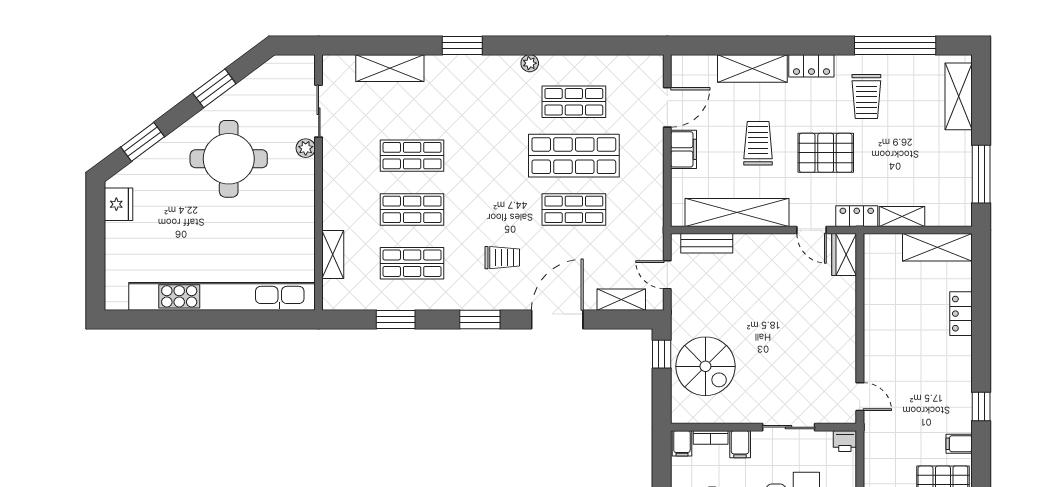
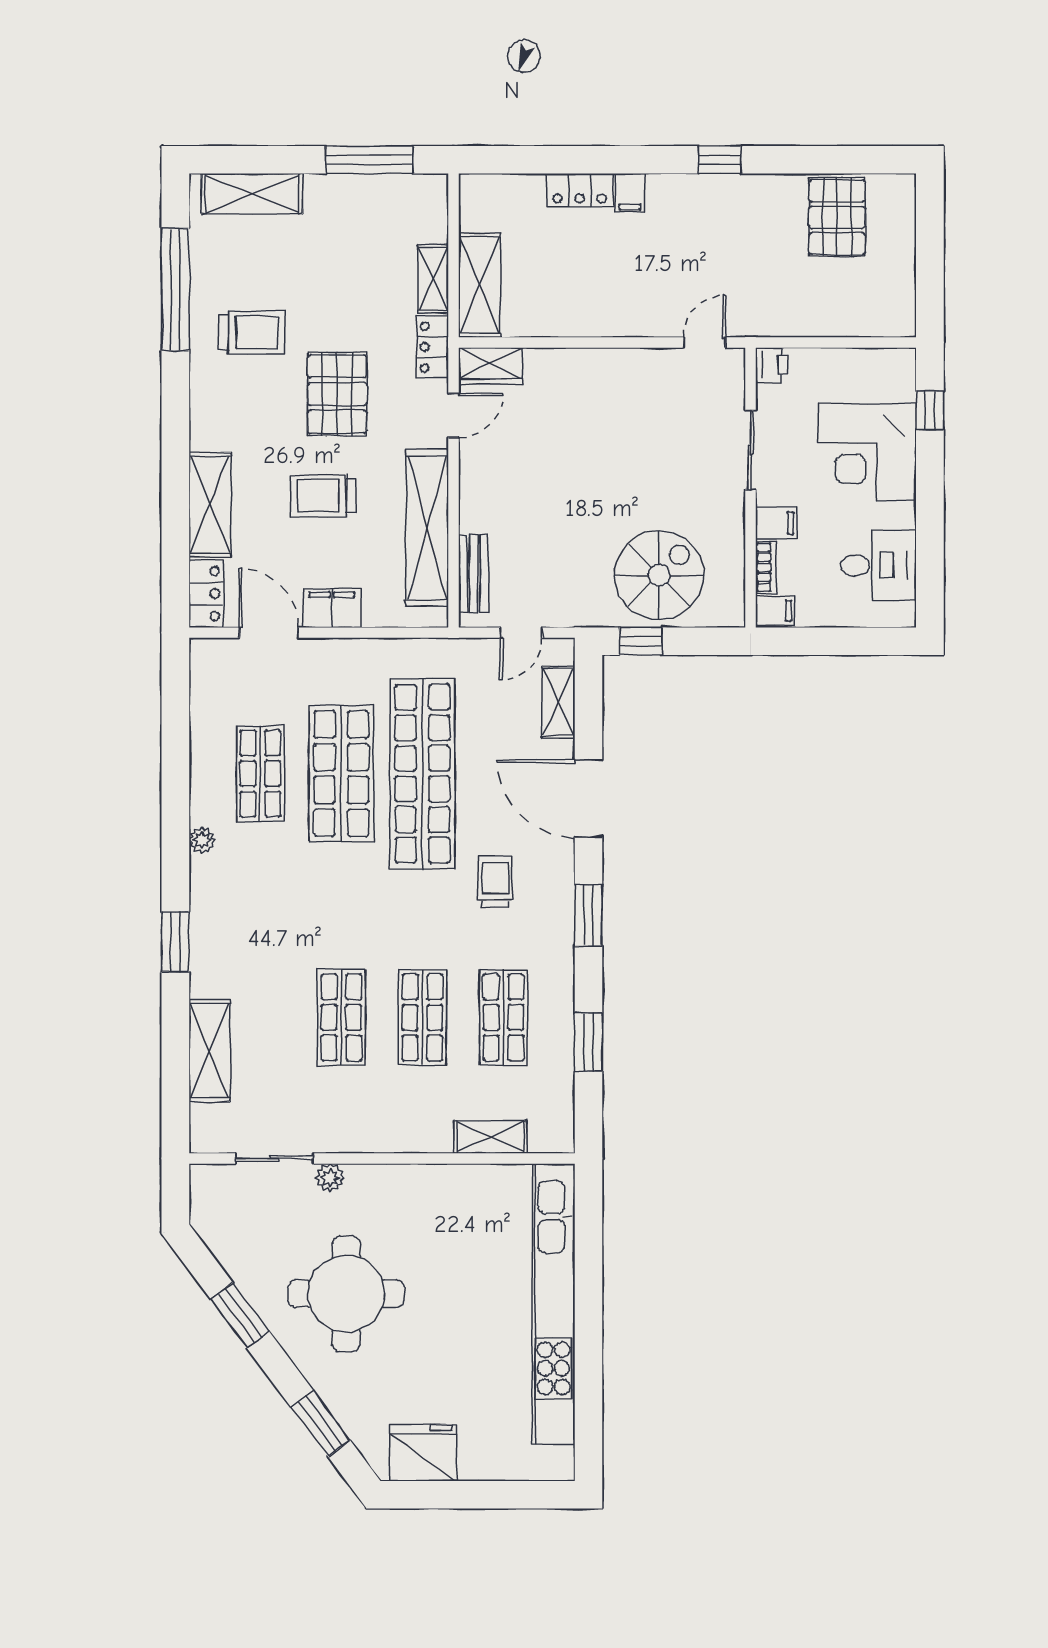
locker: (811, 66) -> (206, 594), moved
fridge: (119, 204) -> (424, 1453), width x1.36, depth x1.34
shop shelf: (574, 209) -> (422, 774), width x2.00, depth x1.36
shelving: (937, 247) -> (480, 285), moved
filing cabinet: (959, 444) -> (630, 193), moved

